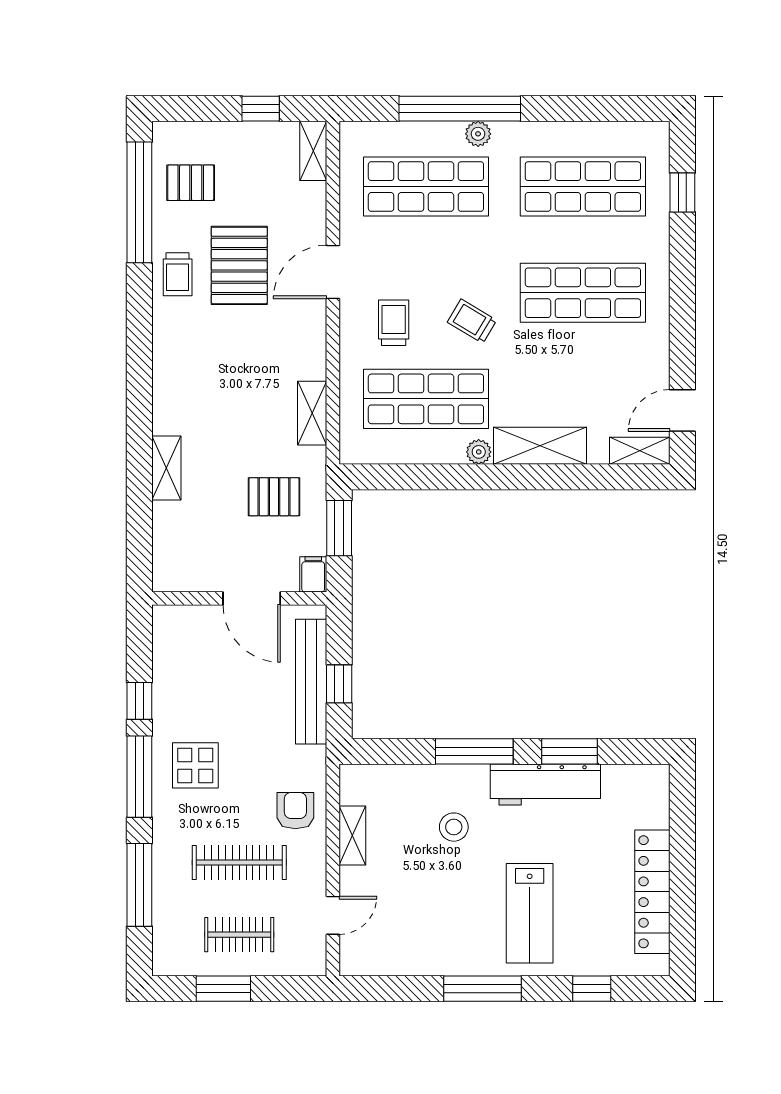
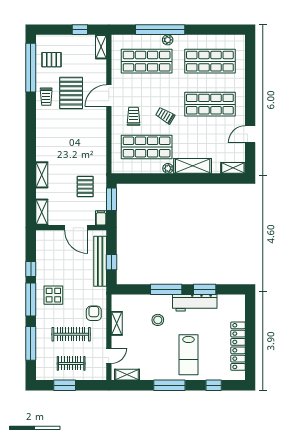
window: (682, 193) -> (250, 64), removed
door: (682, 410) -> (250, 134), moved
shelving: (312, 413) -> (42, 212), moved
pallet: (274, 497) -> (85, 187), turned 90
shelving: (378, 962) -> (127, 375), added

